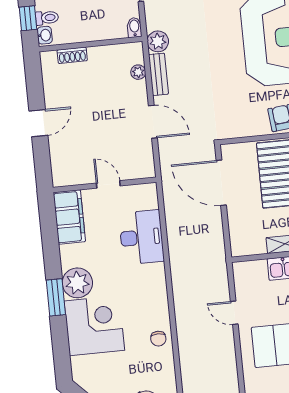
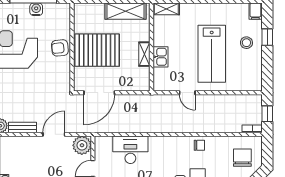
plant: (138, 72) -> (82, 145), moved, width x1.88, depth x1.88
door: (234, 313) -> (187, 93), hinge flipped

